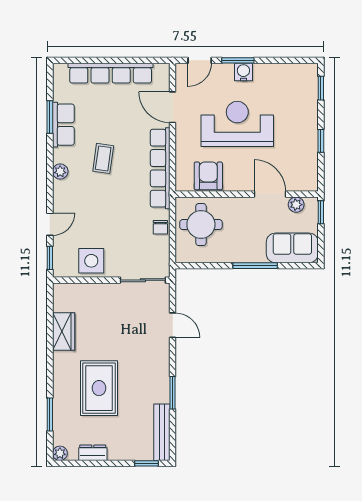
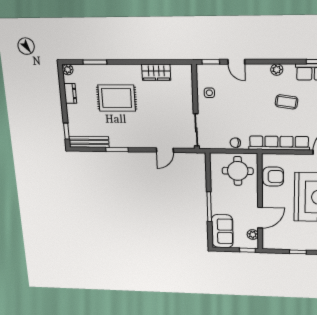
side table: (91, 261) -> (209, 93), width x0.54, depth x0.54

